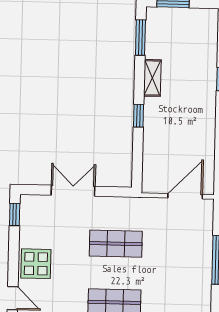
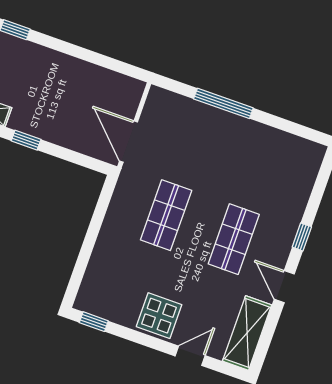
double door: (73, 191) -> (88, 245), removed
door: (185, 196) -> (129, 141), moved

